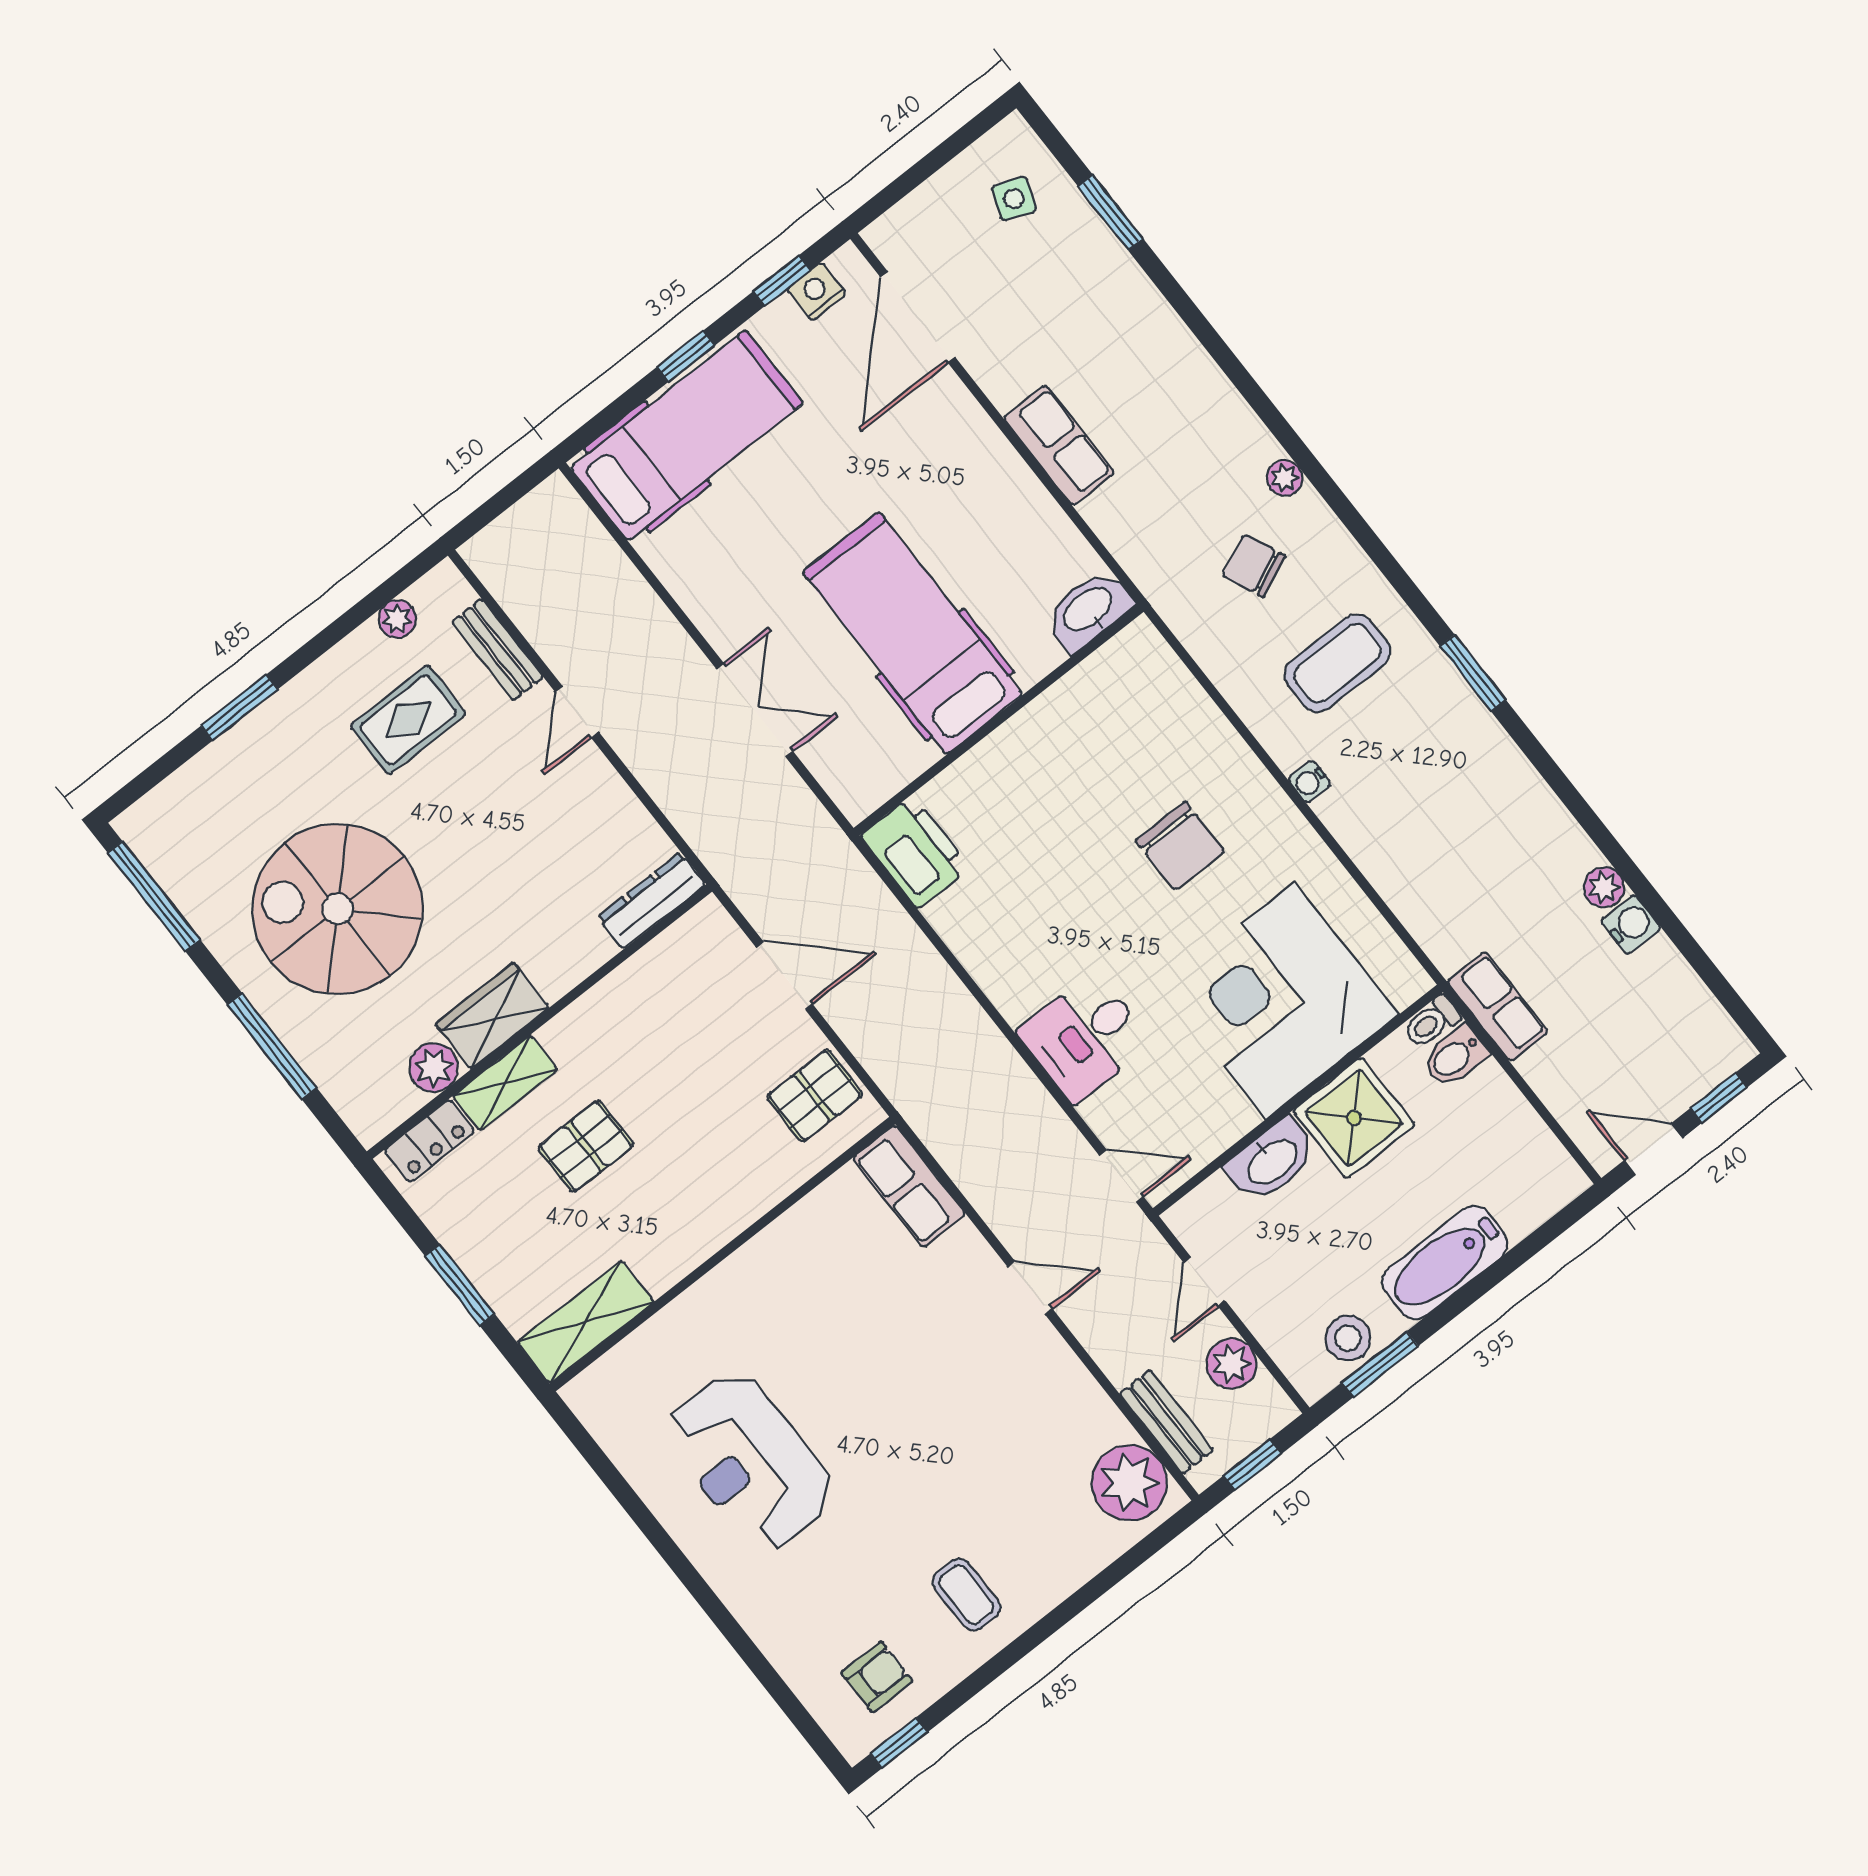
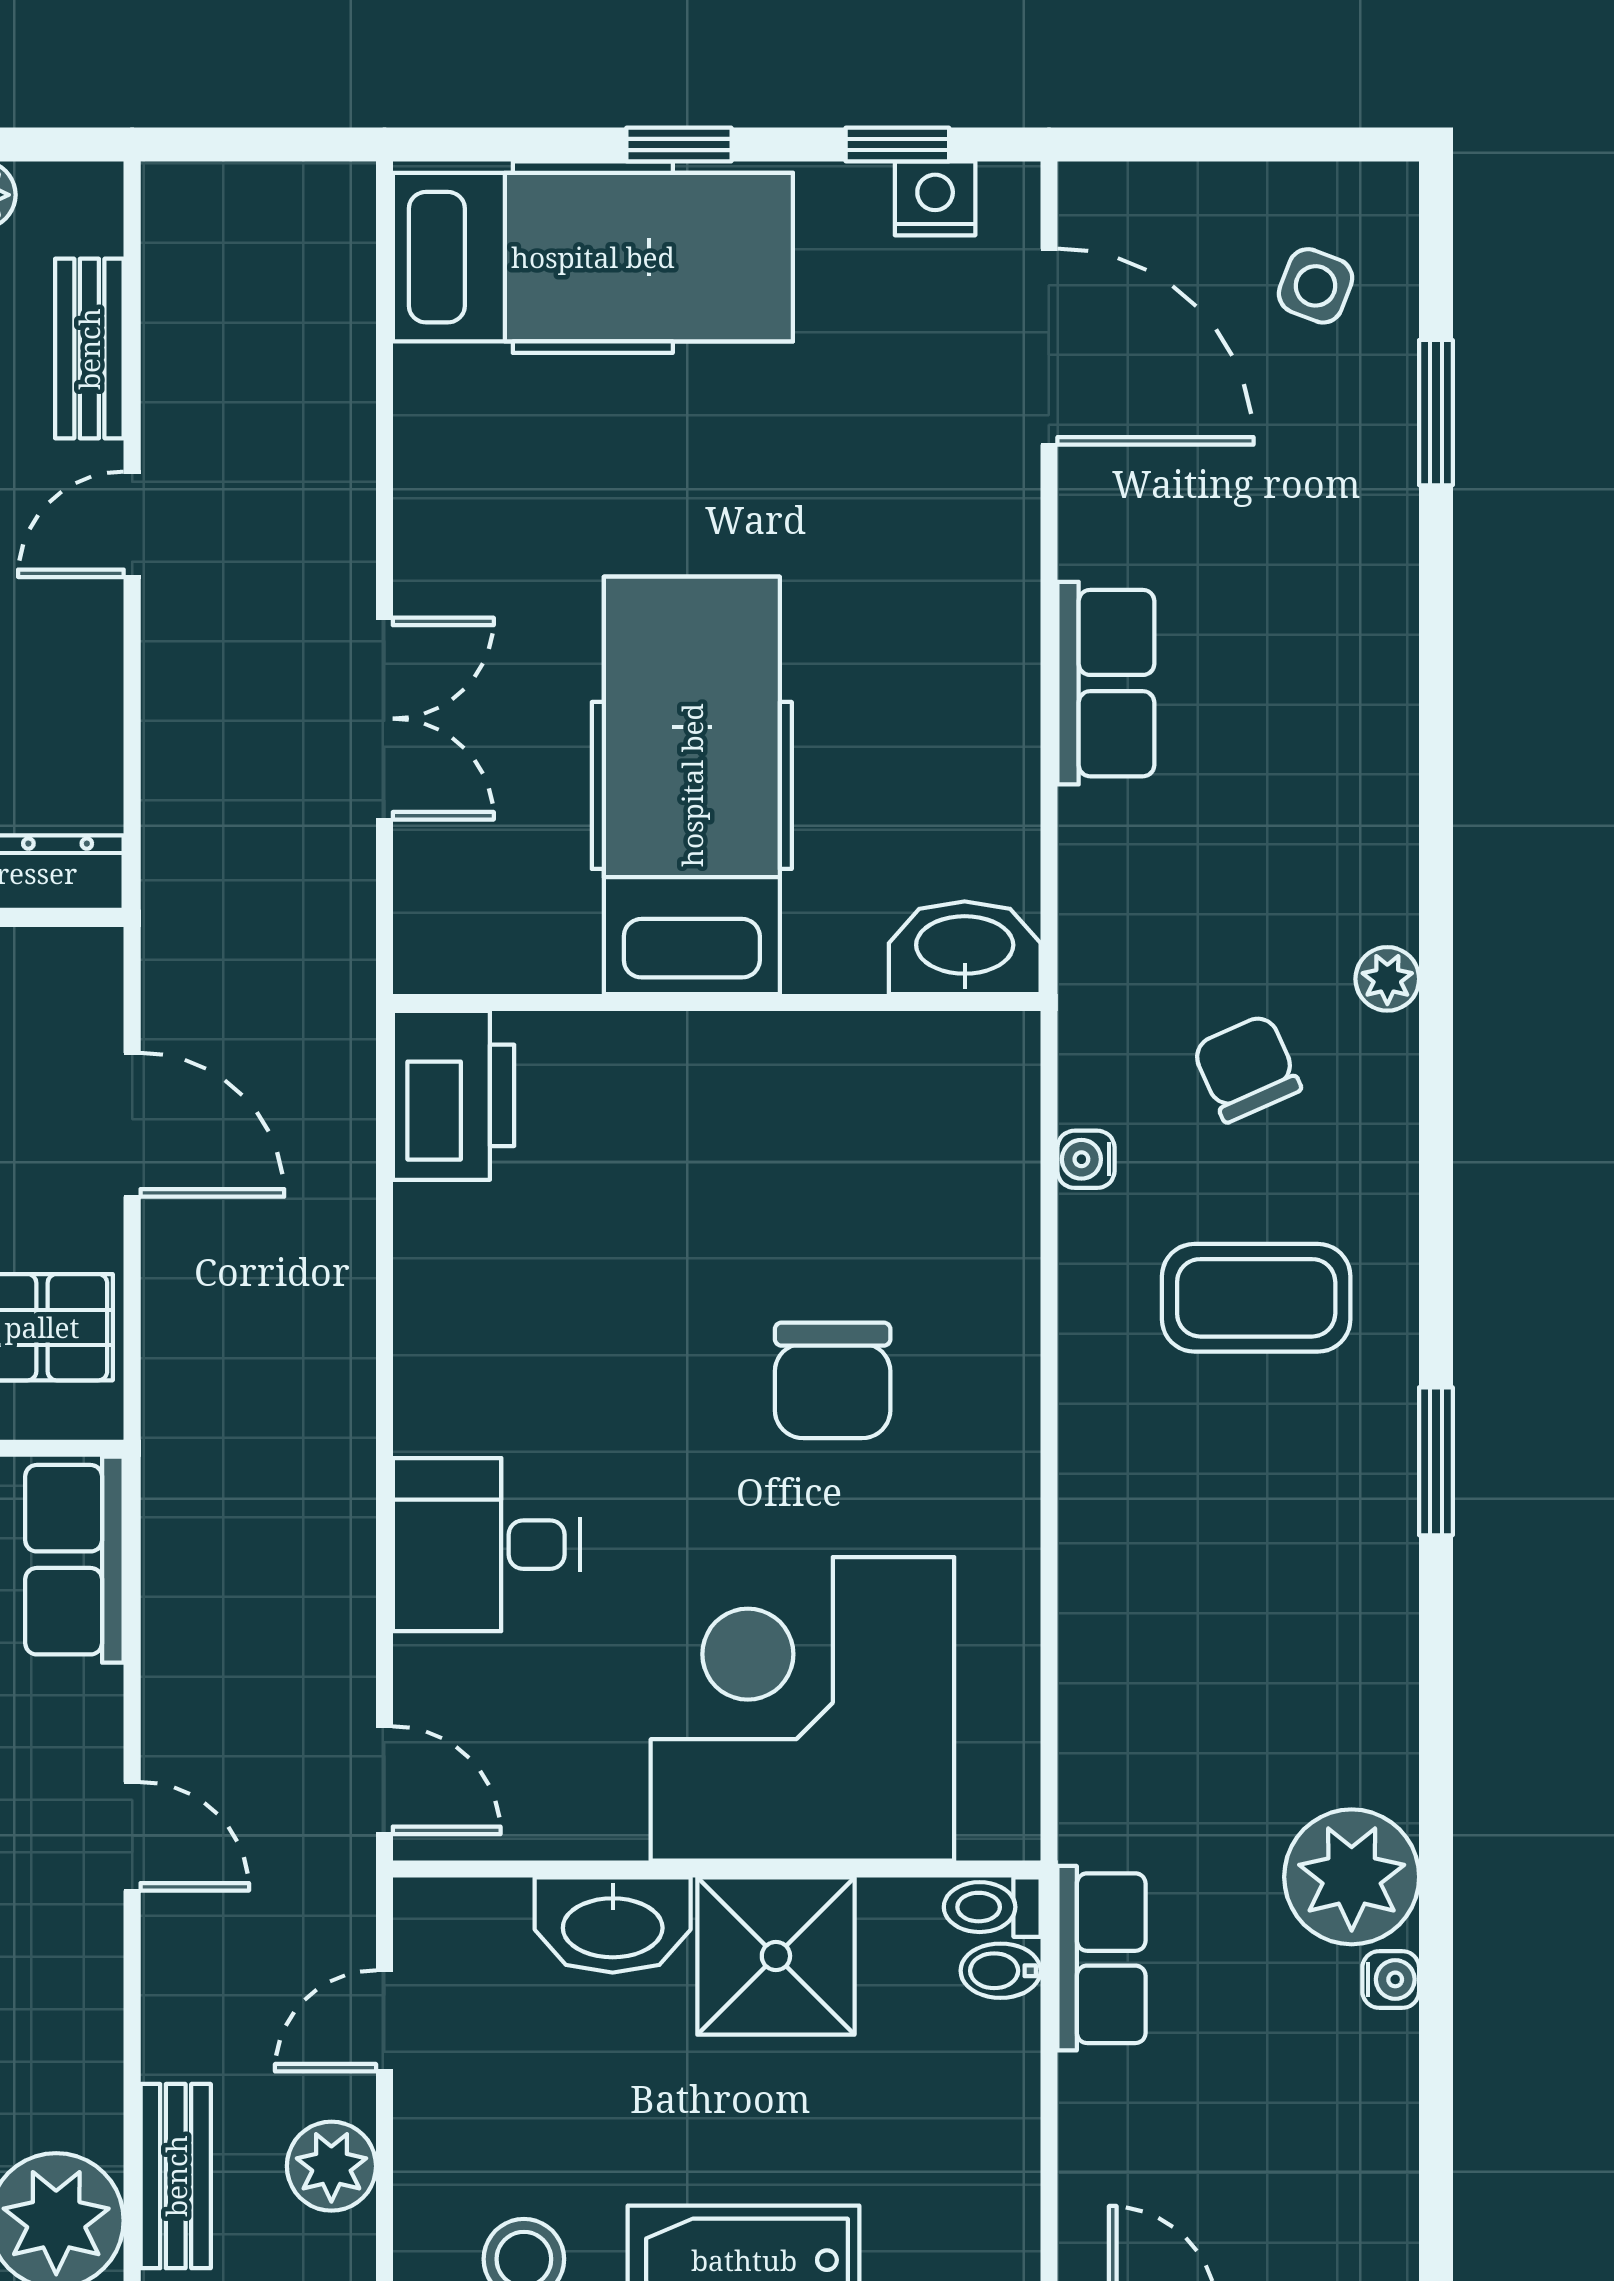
door: (918, 317) -> (1049, 347), swing flipped
water cooler: (1310, 782) -> (1086, 1159), moved
plant: (1604, 887) -> (1352, 1877), width x1.87, depth x1.87
water cooler: (1631, 924) -> (1391, 1979), width x0.72, depth x0.72
bidet: (1455, 1056) -> (1001, 1971), width x0.72, depth x0.74

